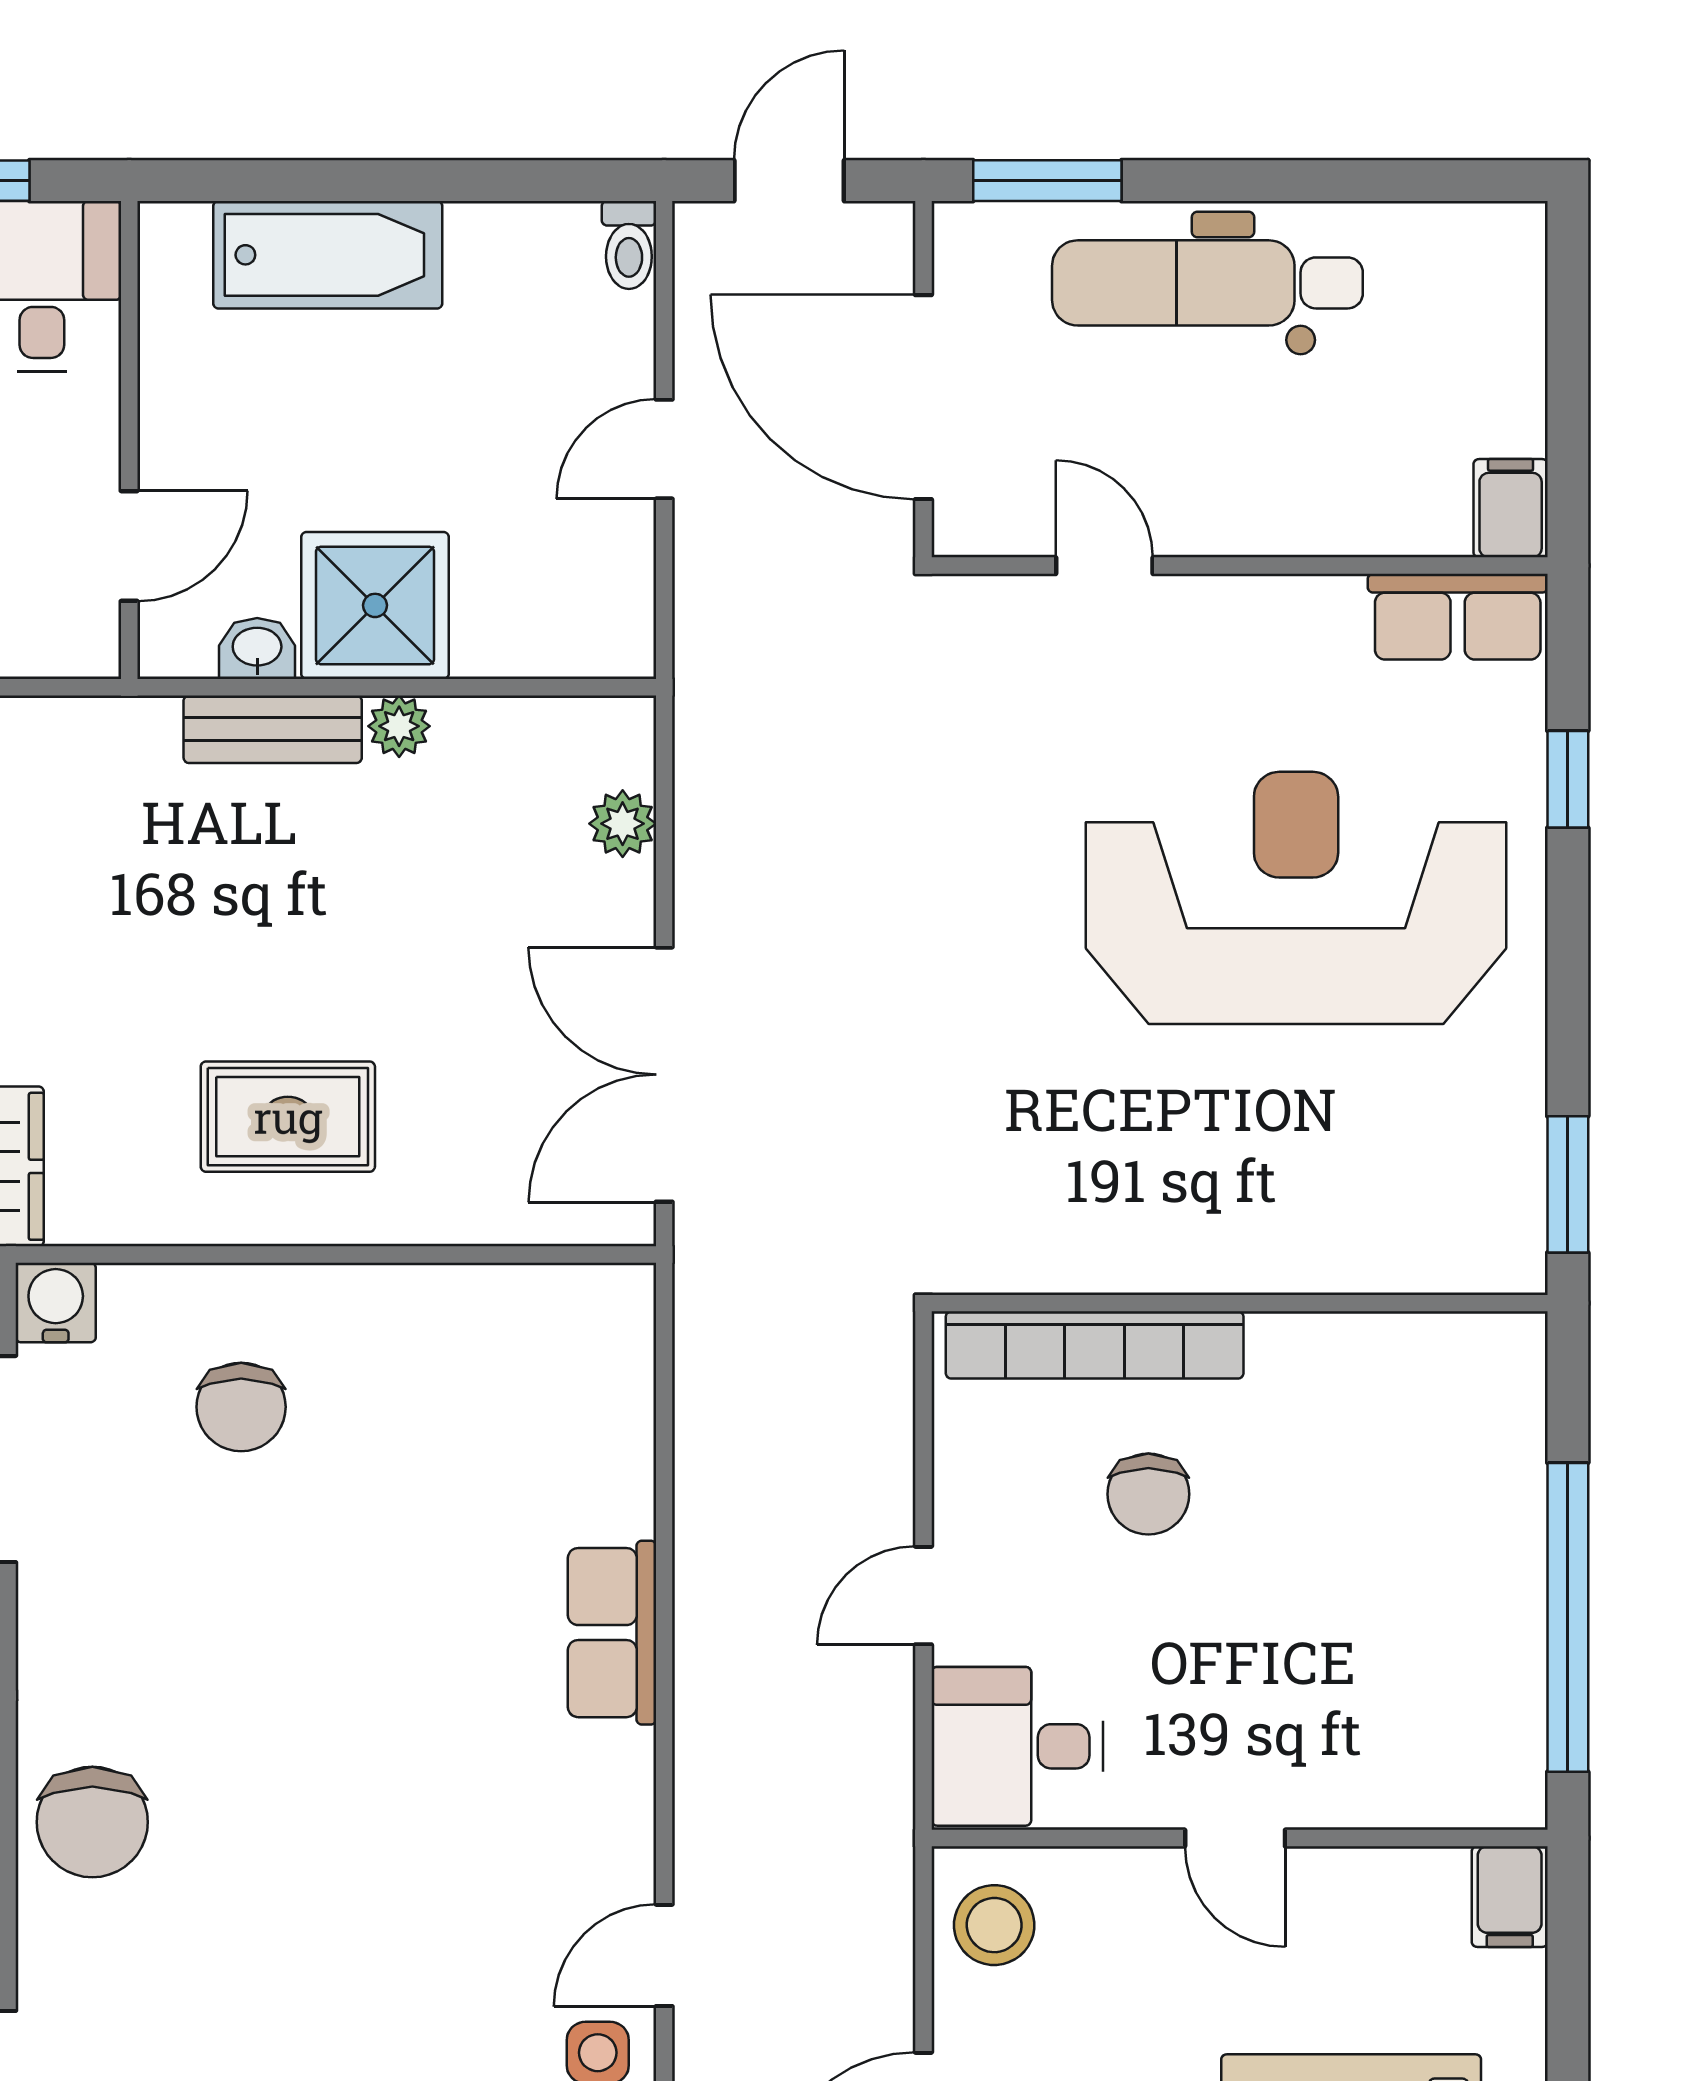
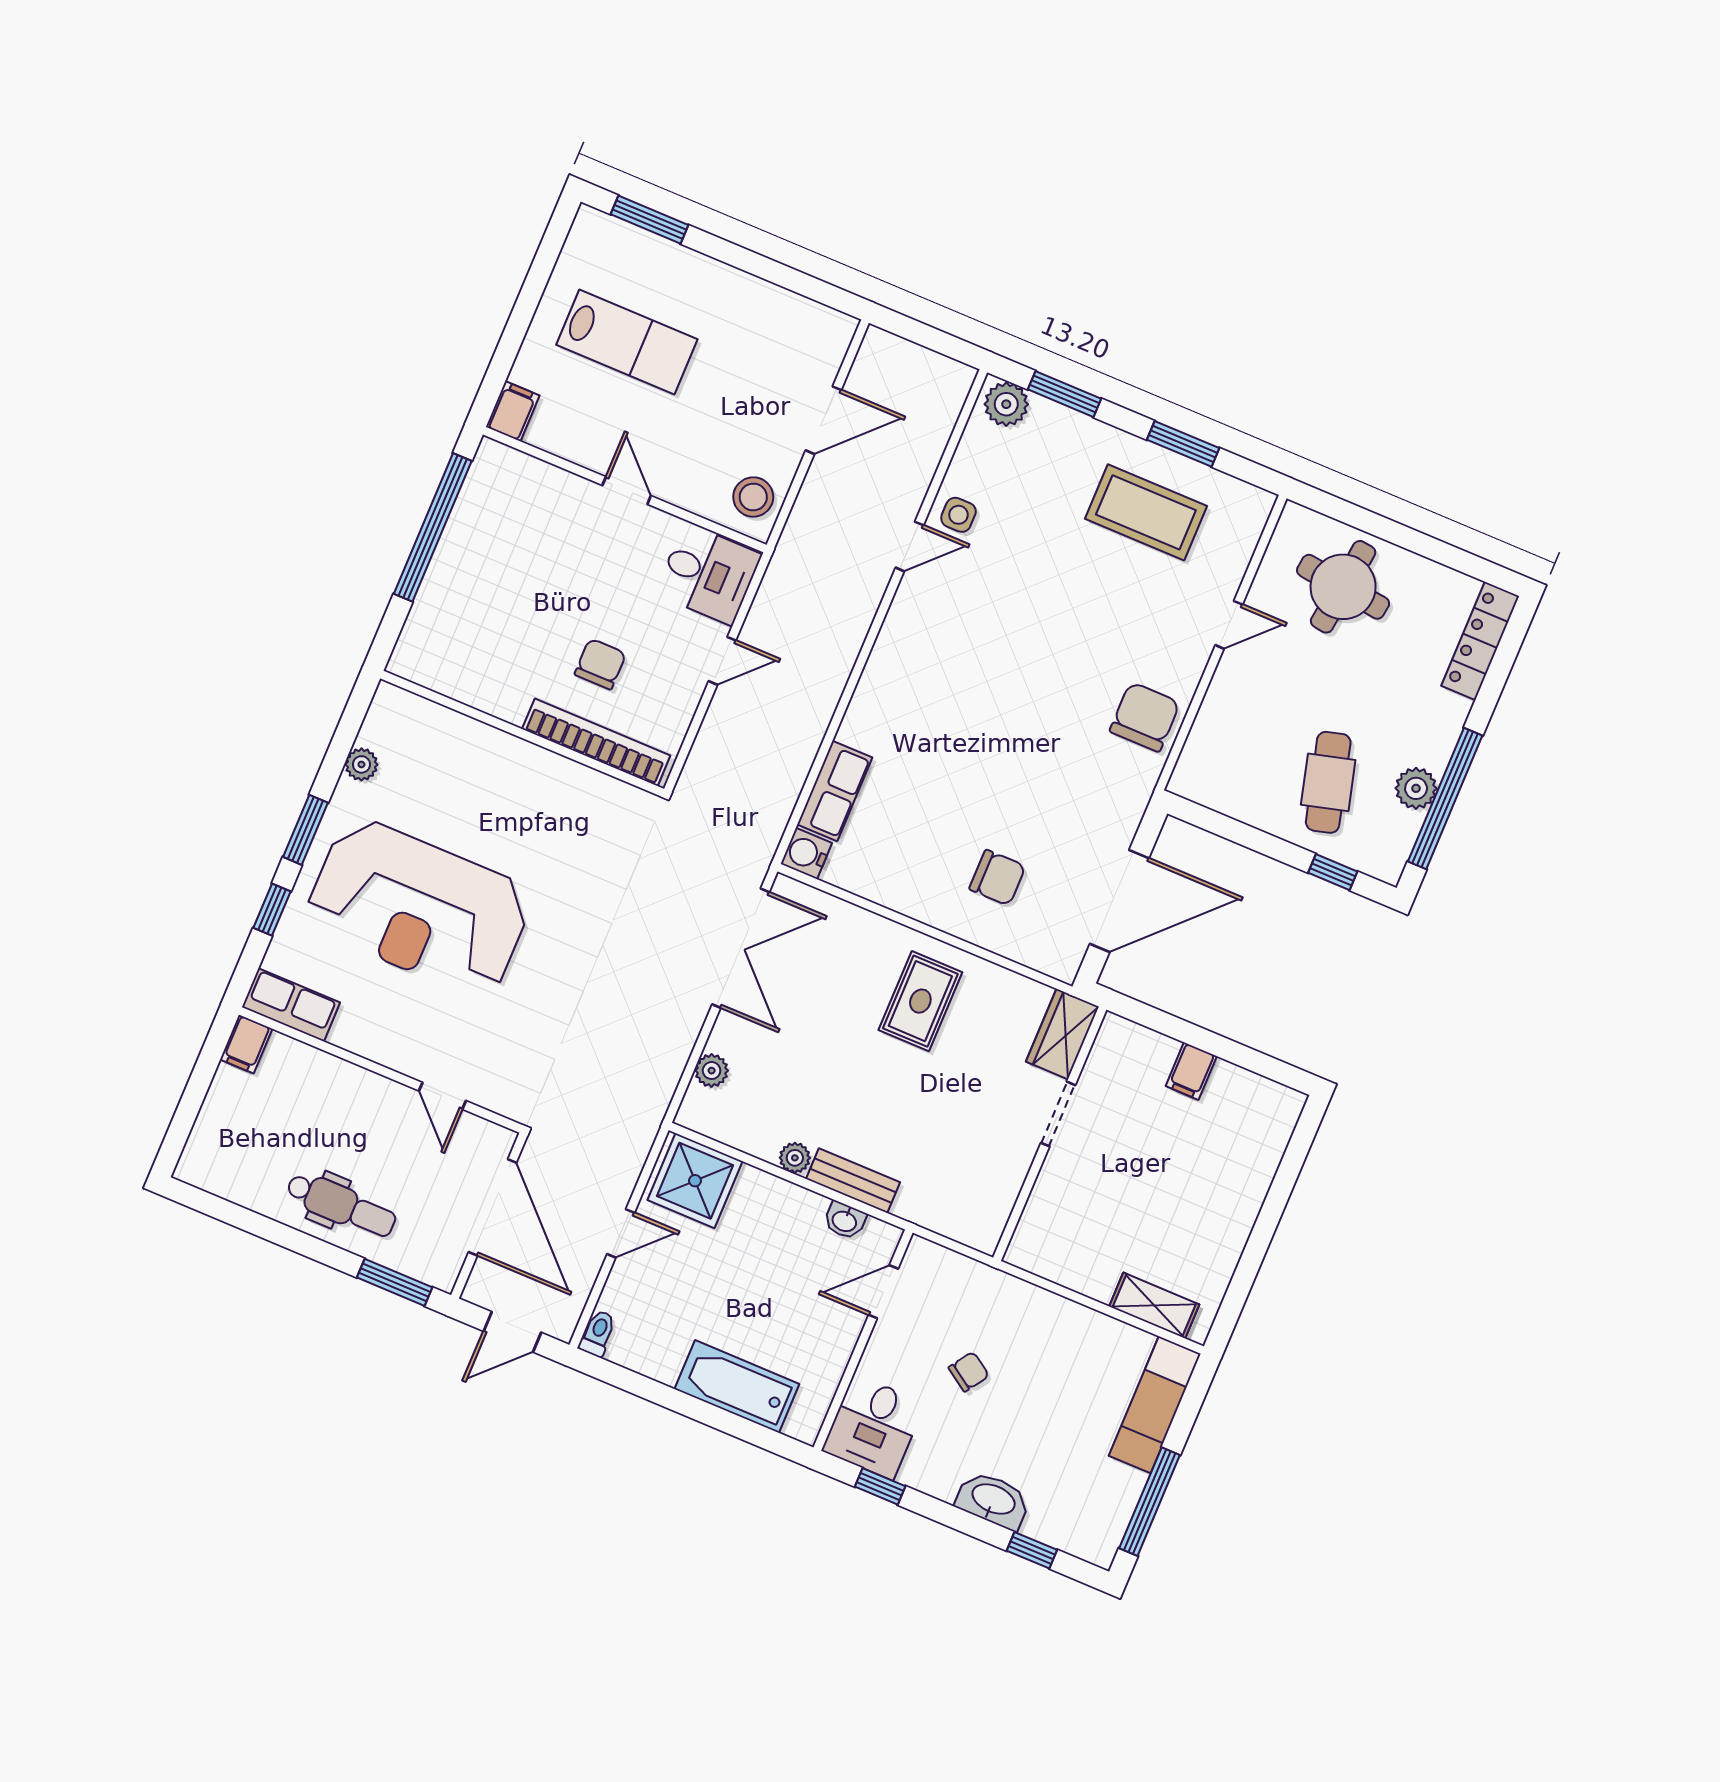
dental chair: (1207, 283) -> (341, 1205), width x0.73, depth x0.72
shower: (375, 605) -> (695, 1181), moved
rug: (288, 1117) -> (920, 1001), turned 90
plant: (1515, 1120) -> (361, 764), added
window: (1568, 1184) -> (306, 830), moved
water cooler: (56, 1303) -> (806, 853), moved, turned 90
chair: (241, 1407) -> (997, 878), turned 90
row of seats: (612, 1633) -> (835, 791), moved

